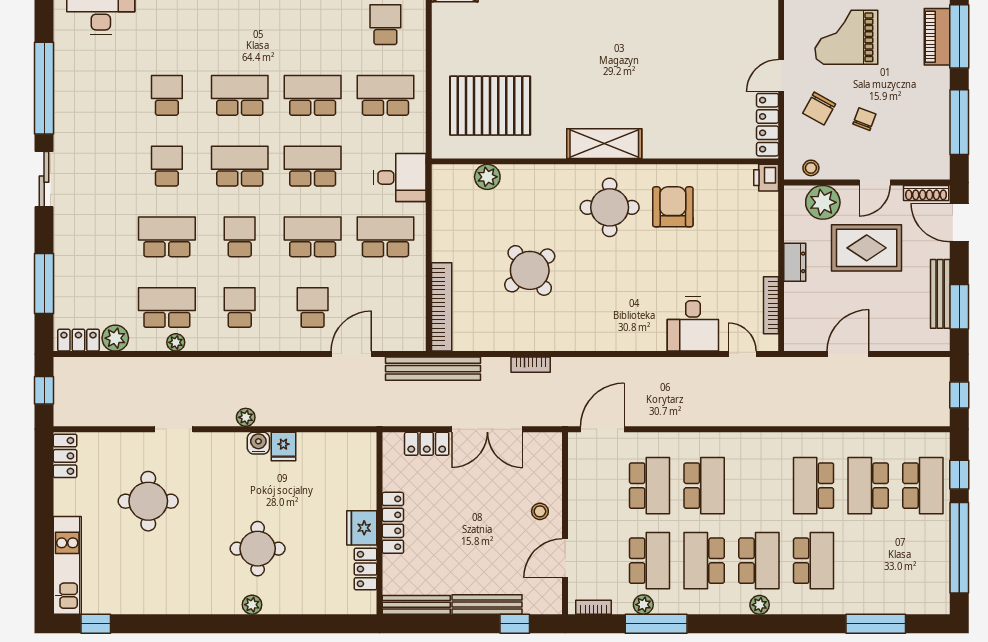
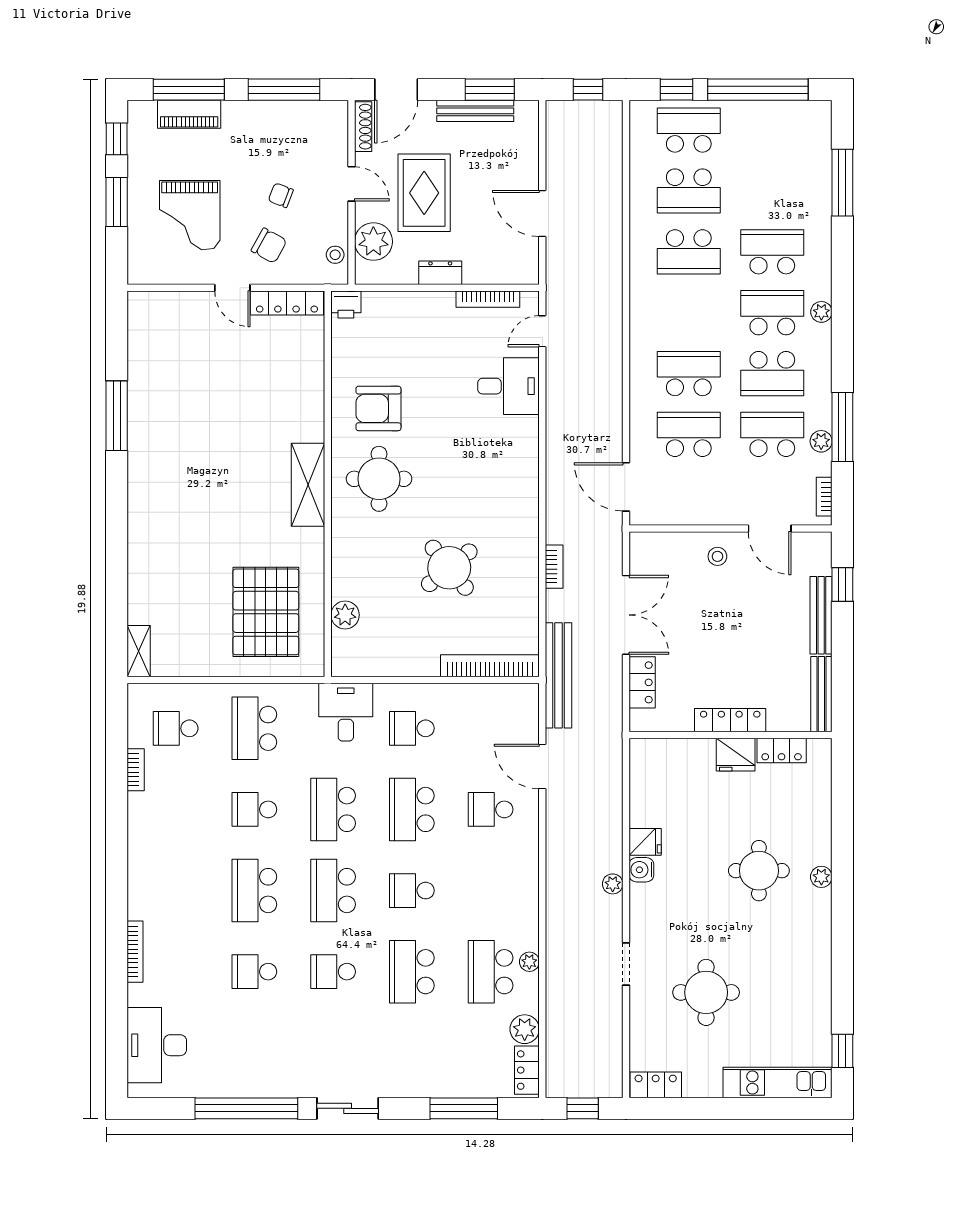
school desk: (313, 95) -> (254, 809), width x0.54
school desk: (385, 237) -> (412, 728), width x0.54
school desk: (240, 308) -> (491, 891), removed

